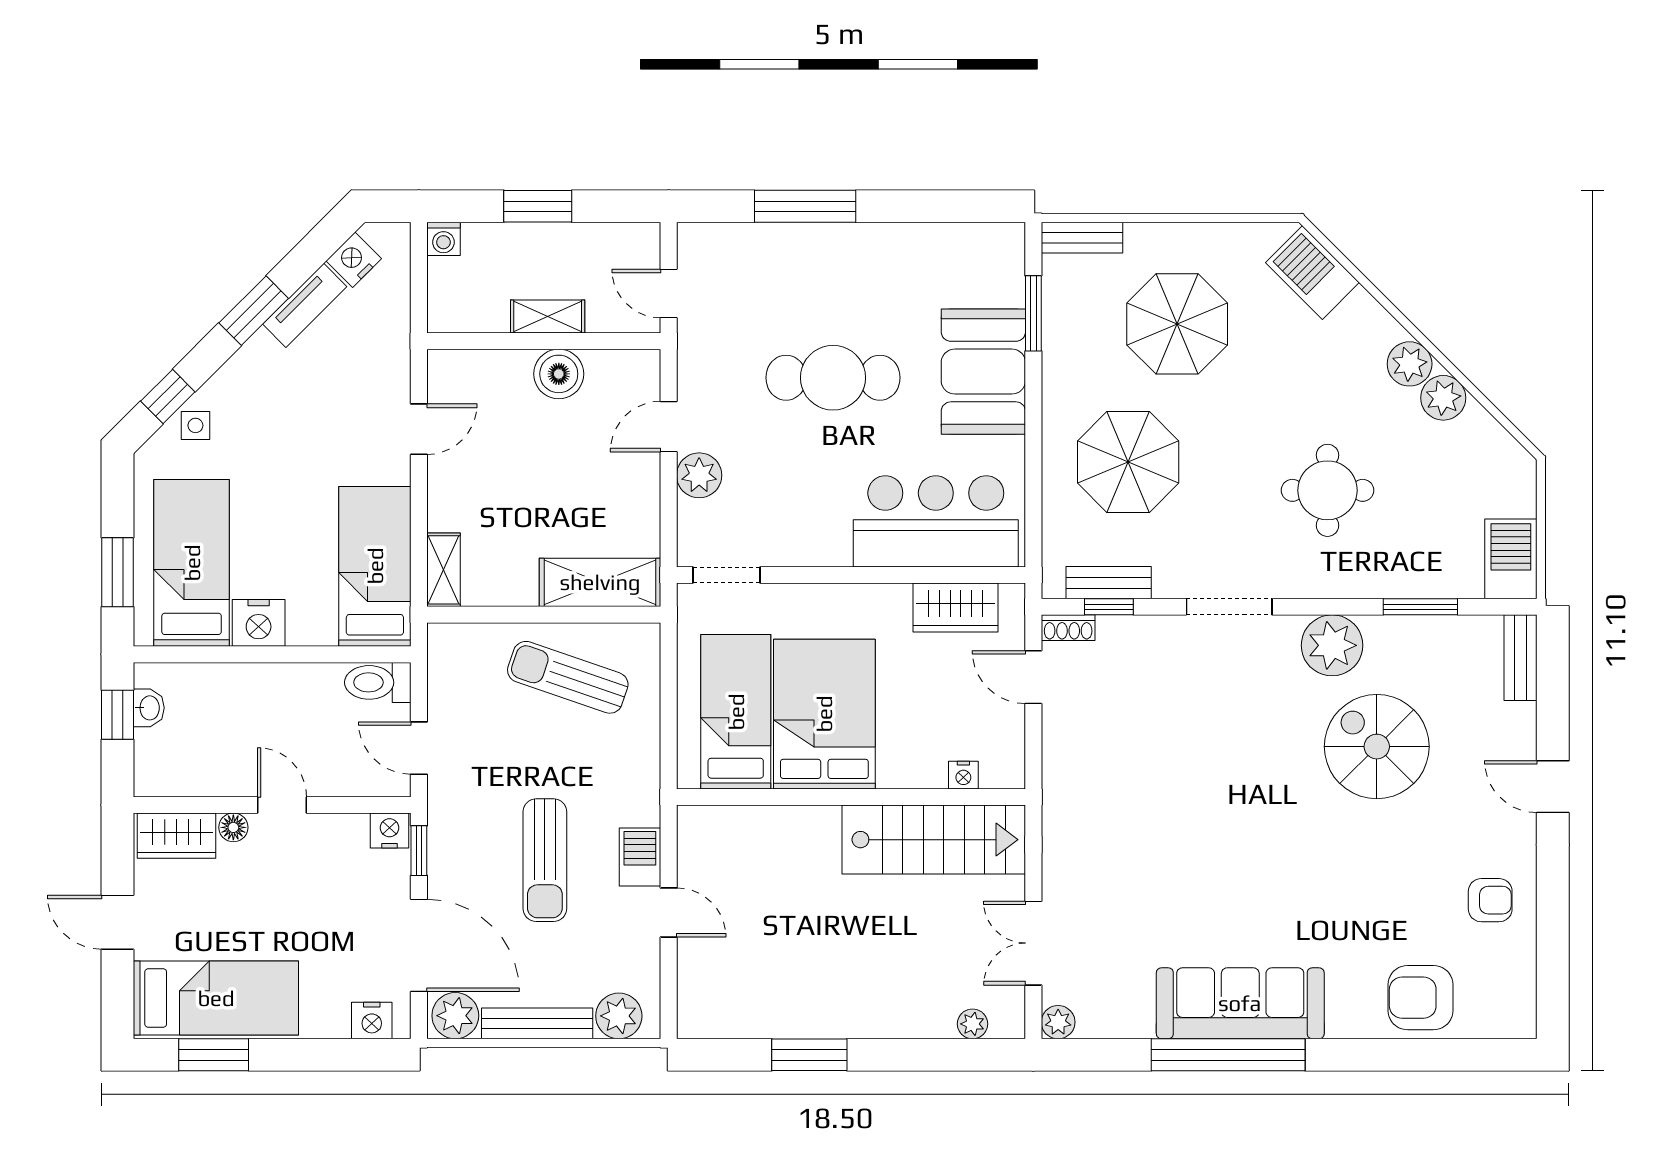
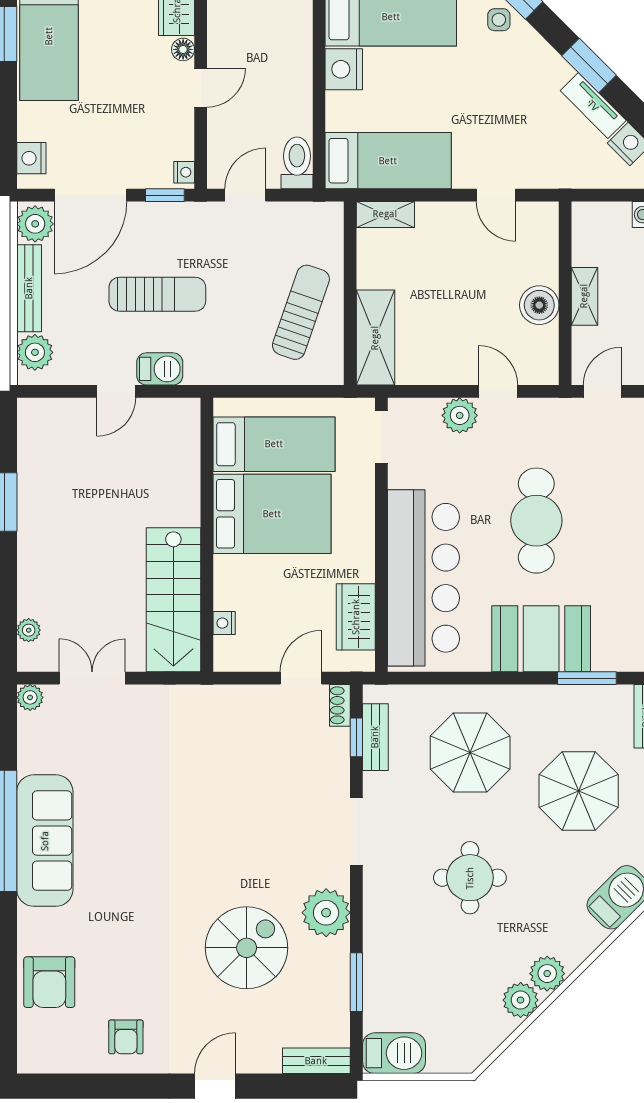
round table: (1327, 490) -> (470, 878), moved
bar counter: (936, 521) -> (423, 578), width x1.36
nightstand: (389, 831) -> (184, 172), width x0.72, depth x0.74
sun lounger: (545, 860) -> (157, 294), turned 180
armchair: (1420, 998) -> (49, 982), turned 180

